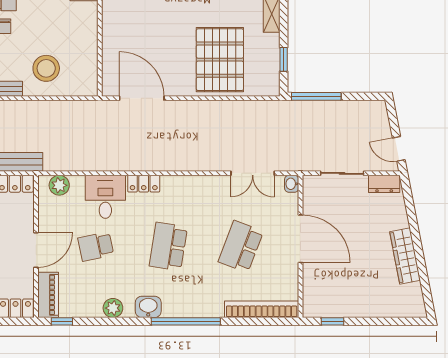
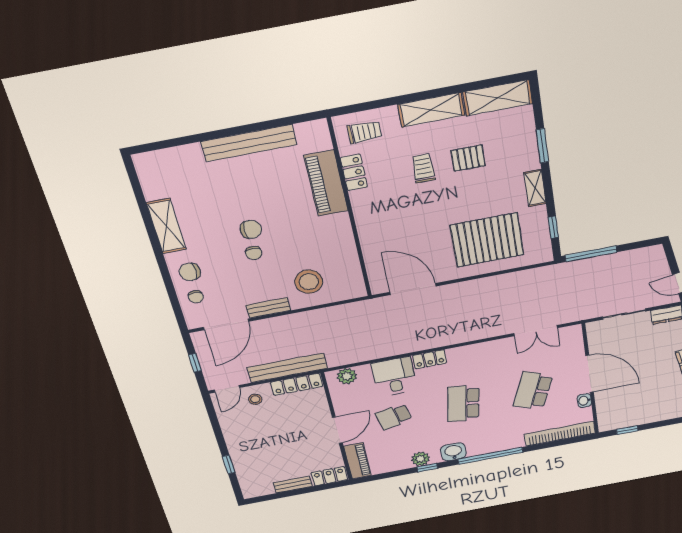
pallet: (220, 60) -> (487, 240), turned 90
washbasin: (292, 184) -> (584, 401), moved
window: (62, 321) -> (427, 468), moved

